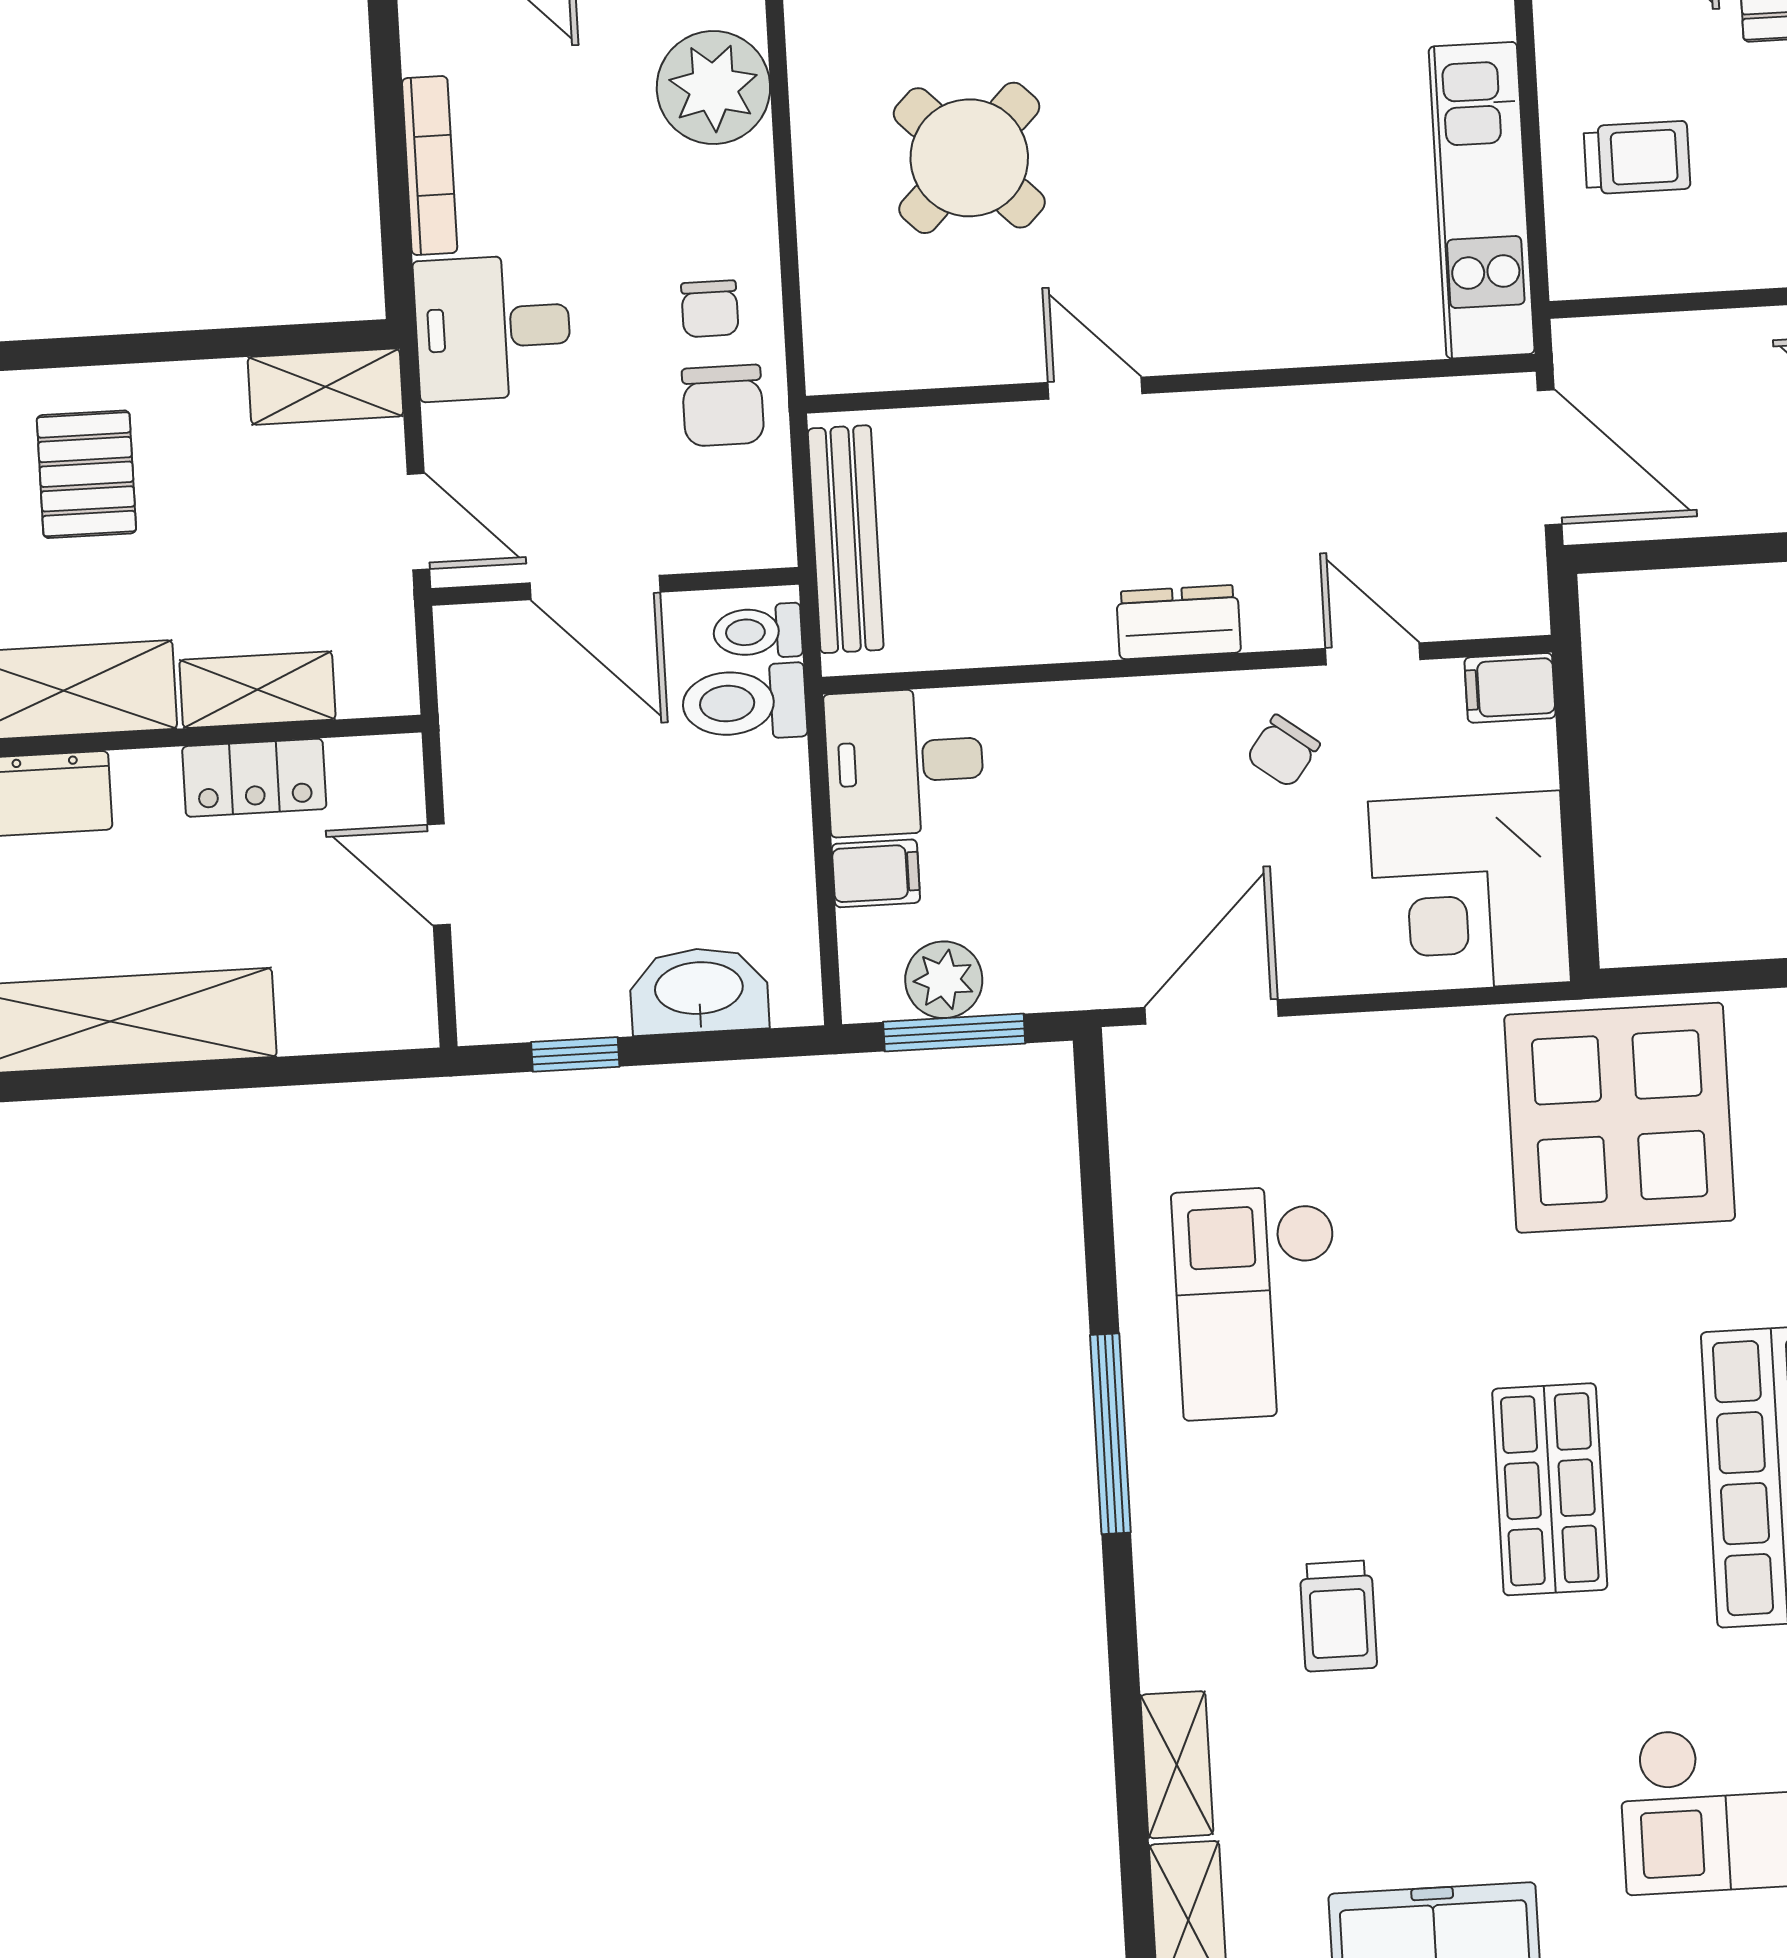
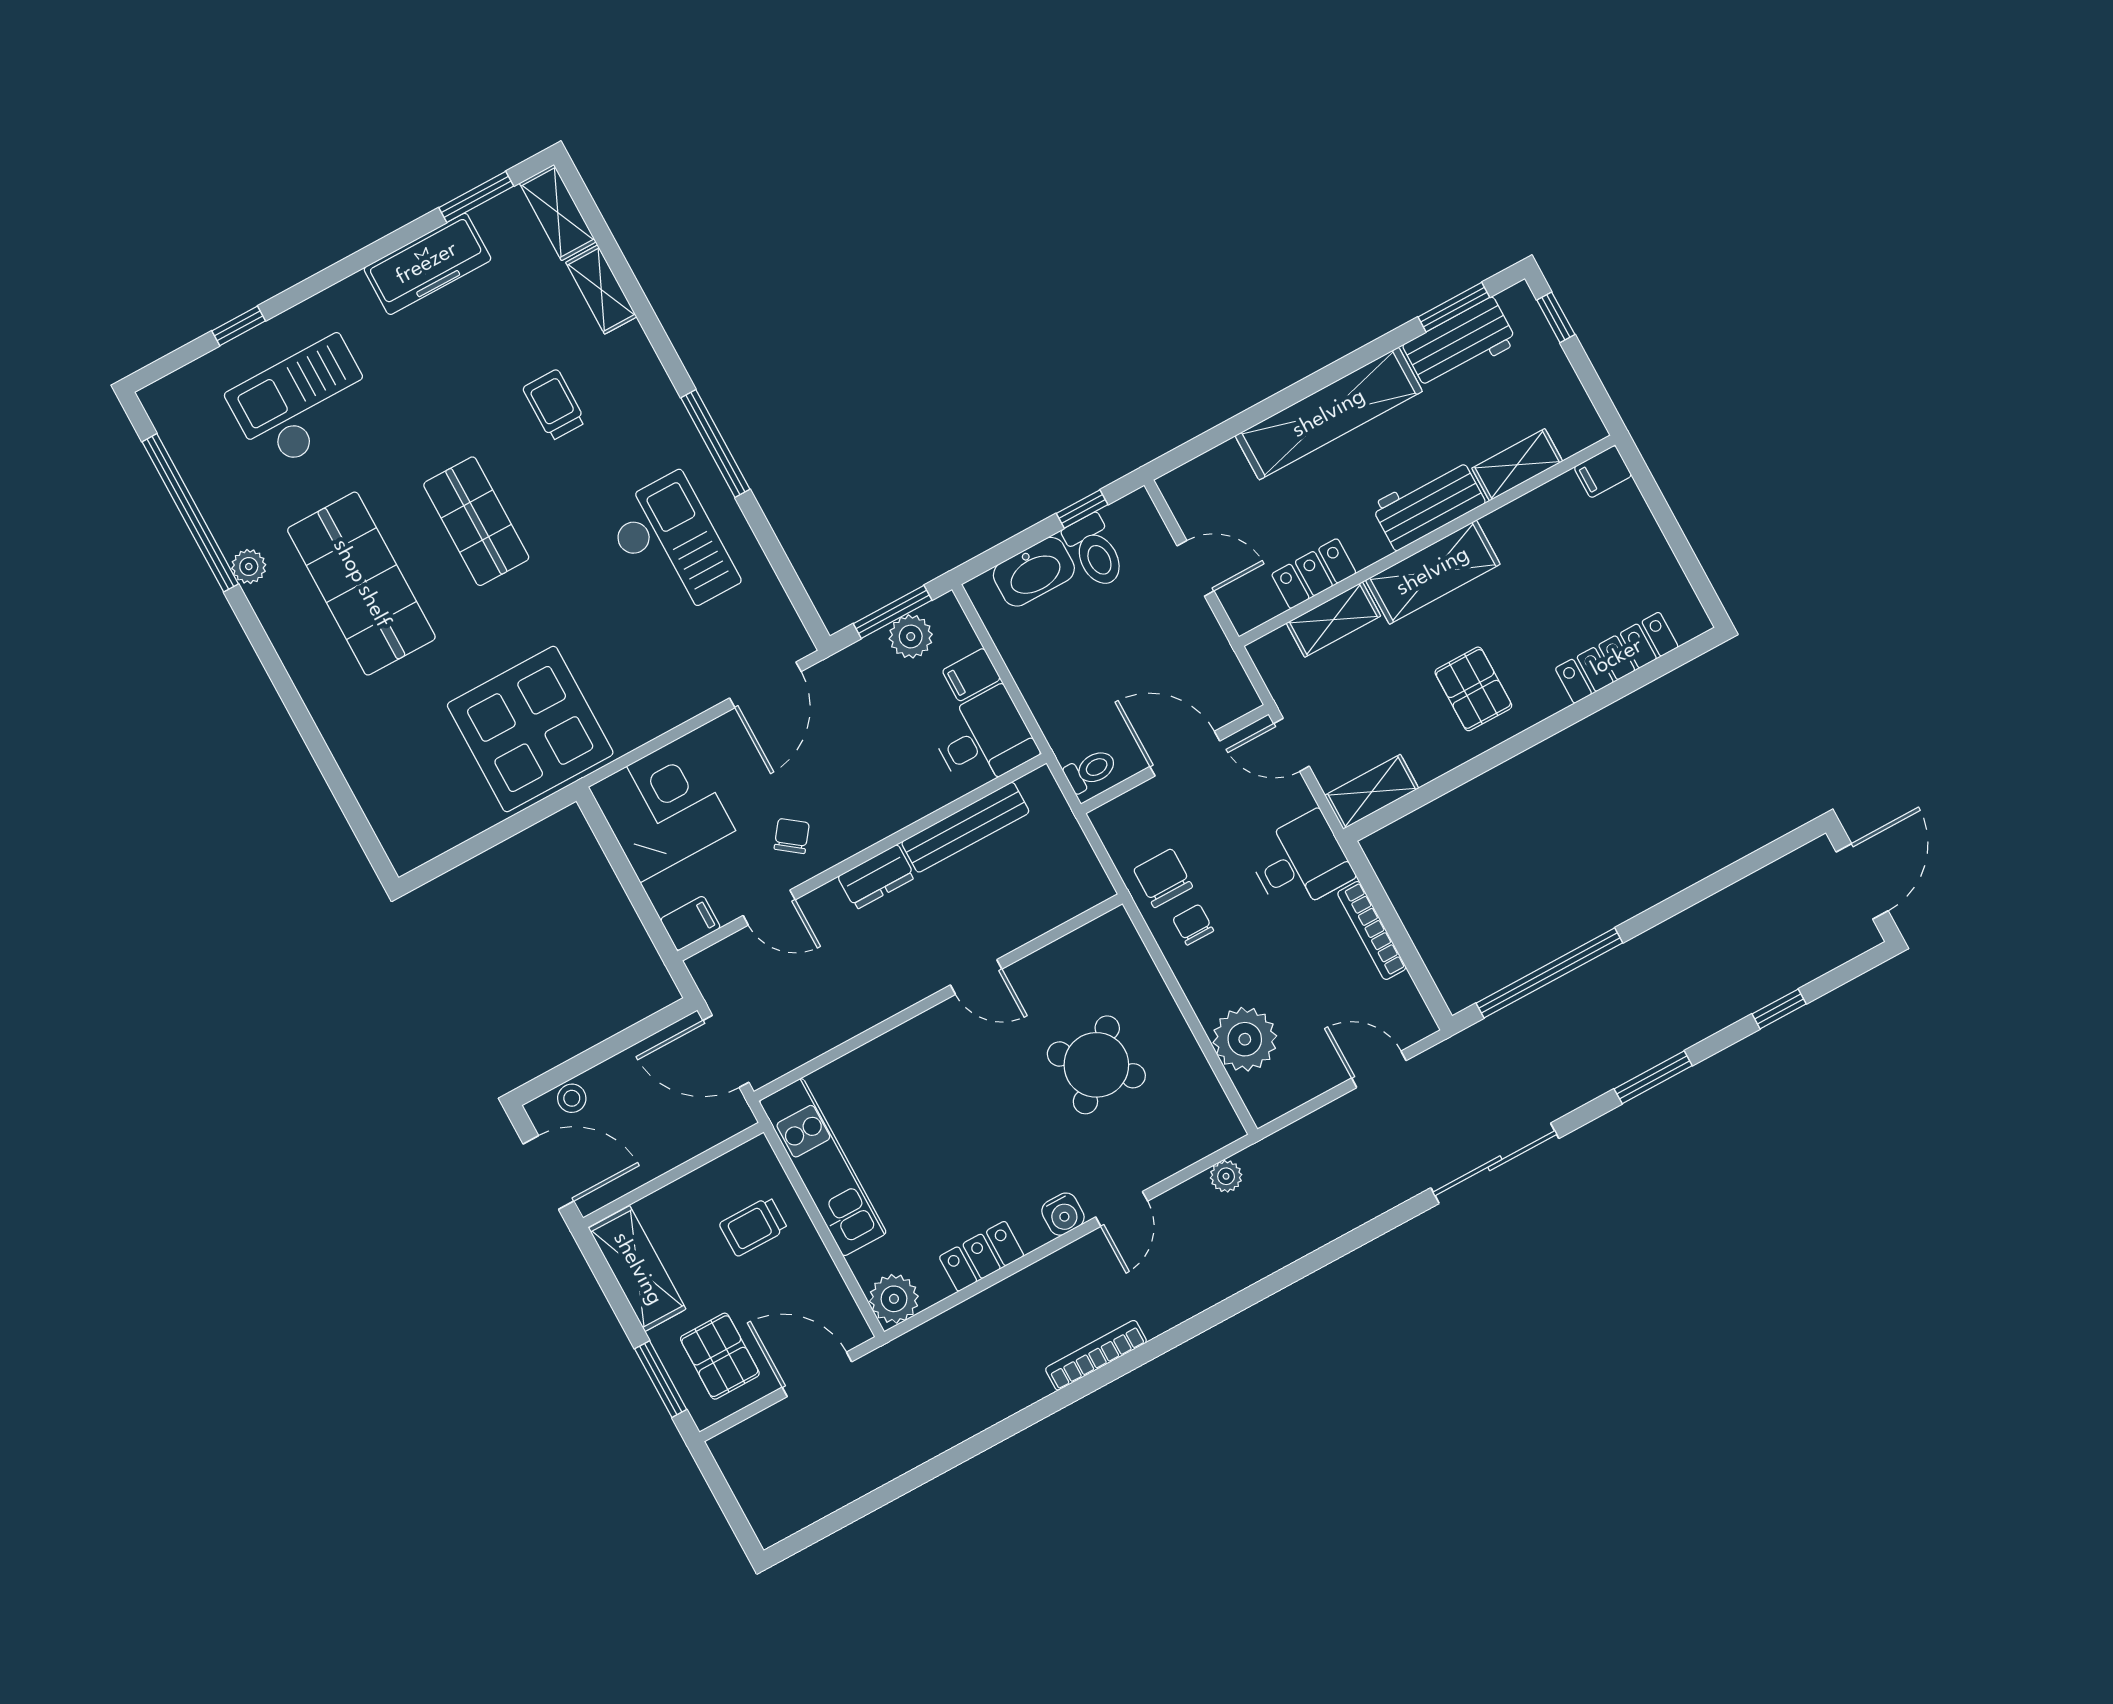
bench: (846, 539) -> (965, 827), moved, turned 90
toilet: (744, 703) -> (1095, 551), moved, turned 90

